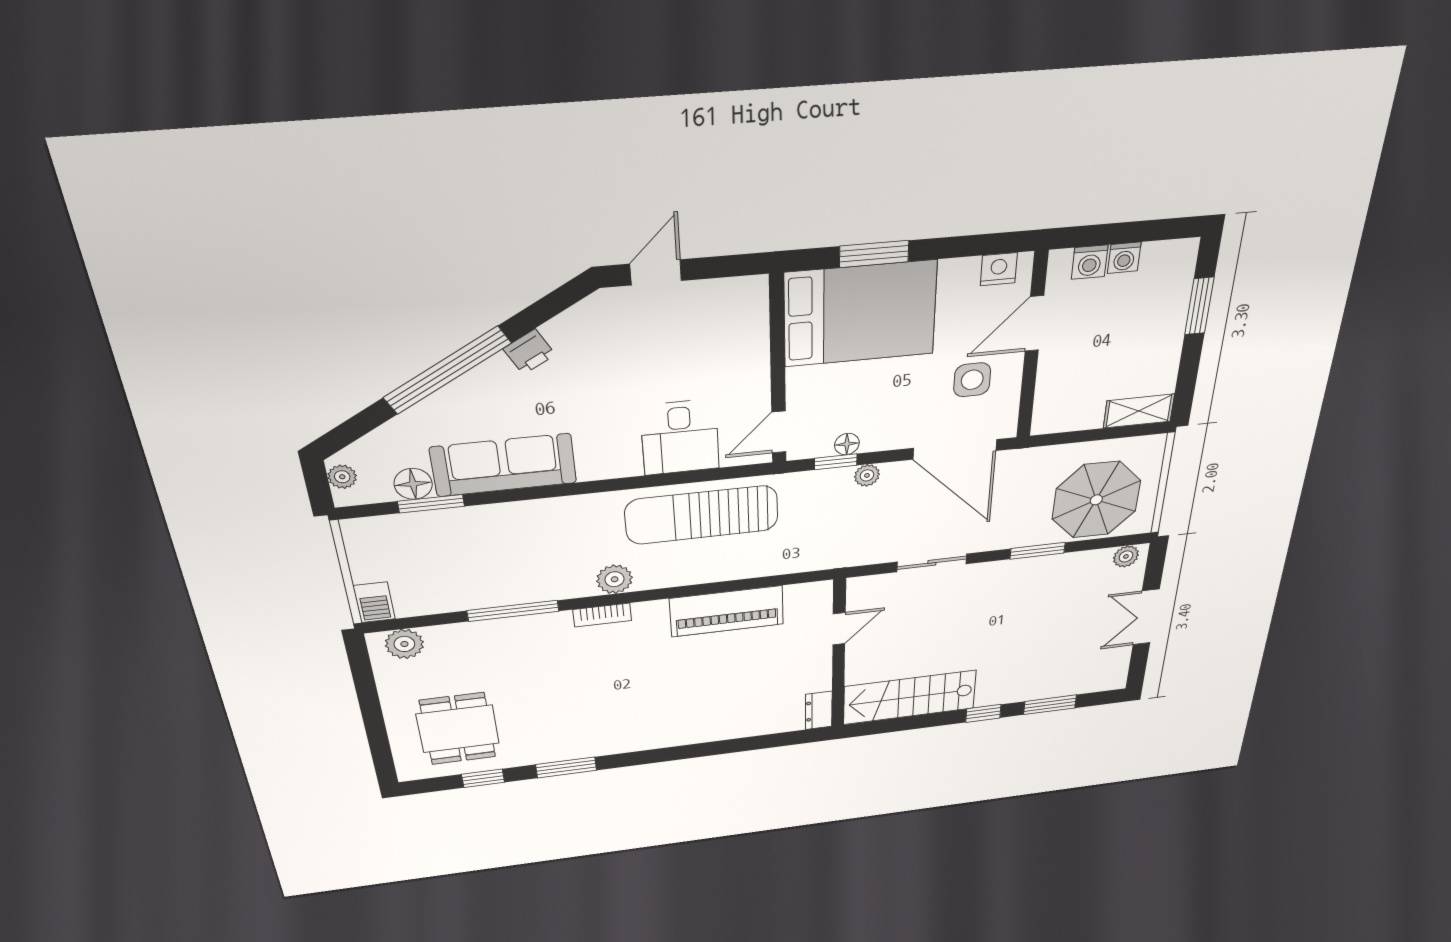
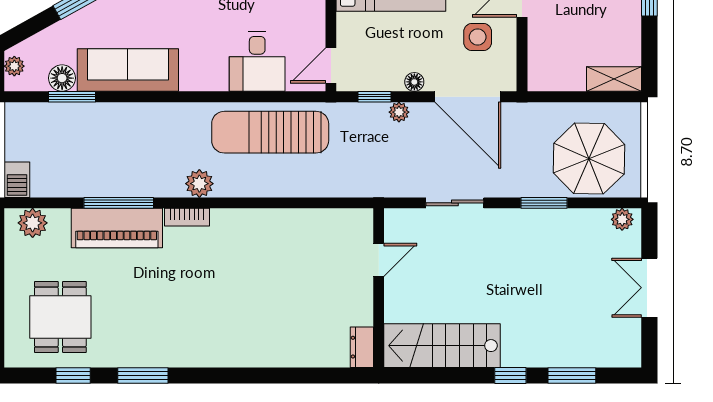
floor lamp: (847, 444) -> (414, 82), moved
piano: (727, 611) -> (117, 228), moved

